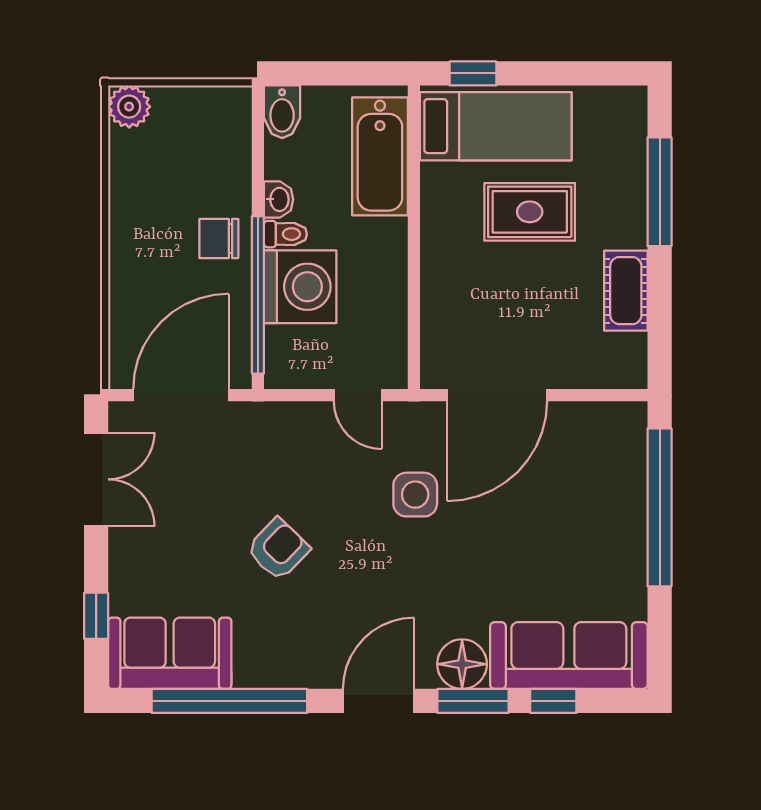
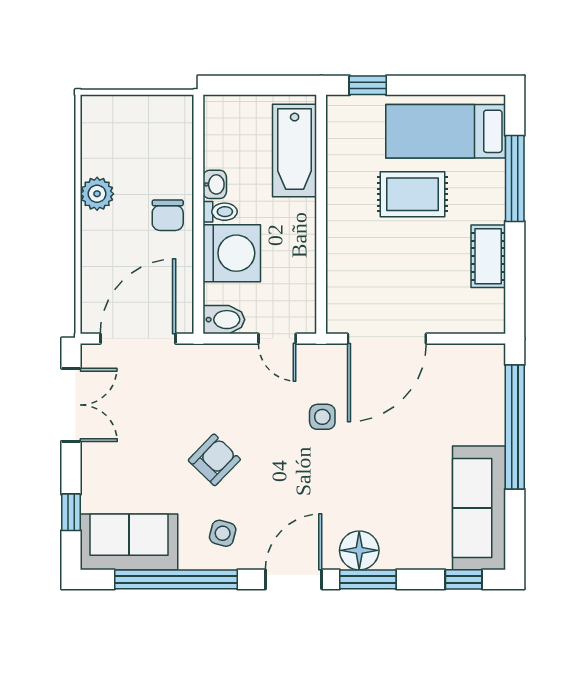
plant: (129, 107) -> (97, 194), moved
bidet: (282, 112) -> (224, 320), moved, turned -90
bed: (496, 126) -> (446, 131), moved, turned 180
chair: (219, 238) -> (168, 215), turned -90
window: (258, 295) -> (198, 260), removed
side table: (415, 495) -> (322, 417), width x0.73, depth x0.73
side table: (289, 642) -> (223, 533), added
sofa: (569, 656) -> (479, 508), moved, turned -90
window: (553, 701) -> (464, 579), moved

